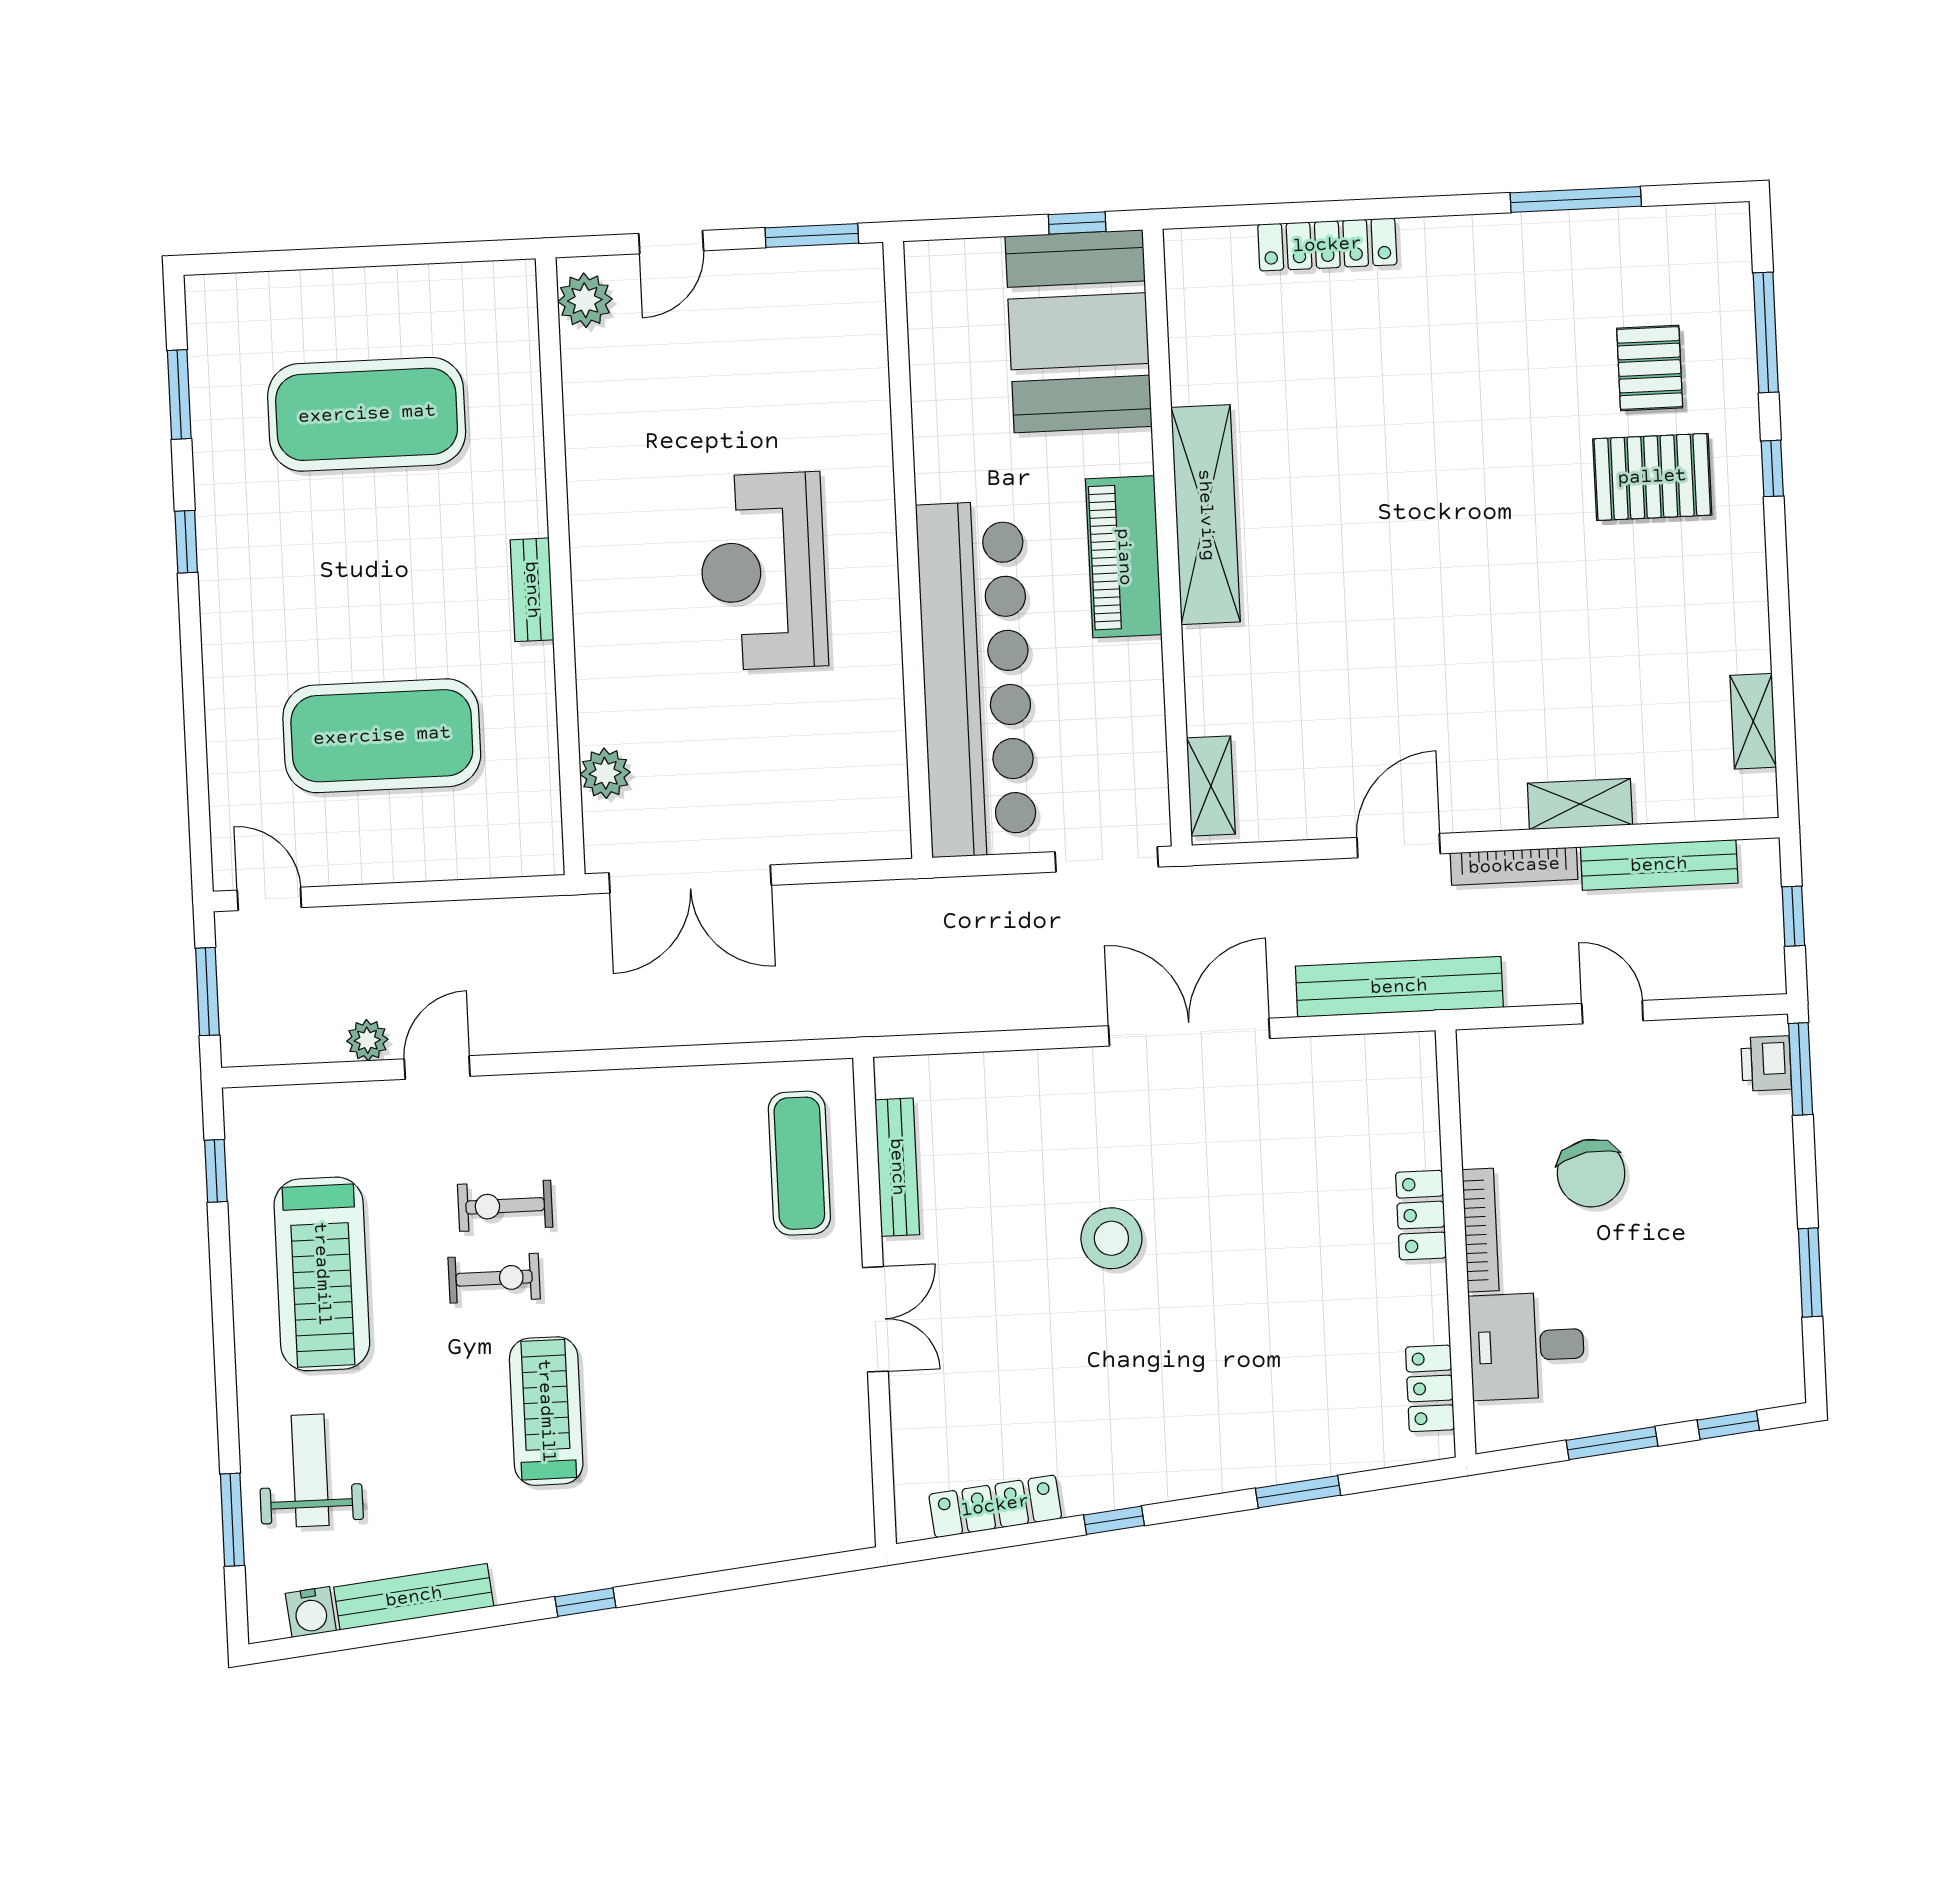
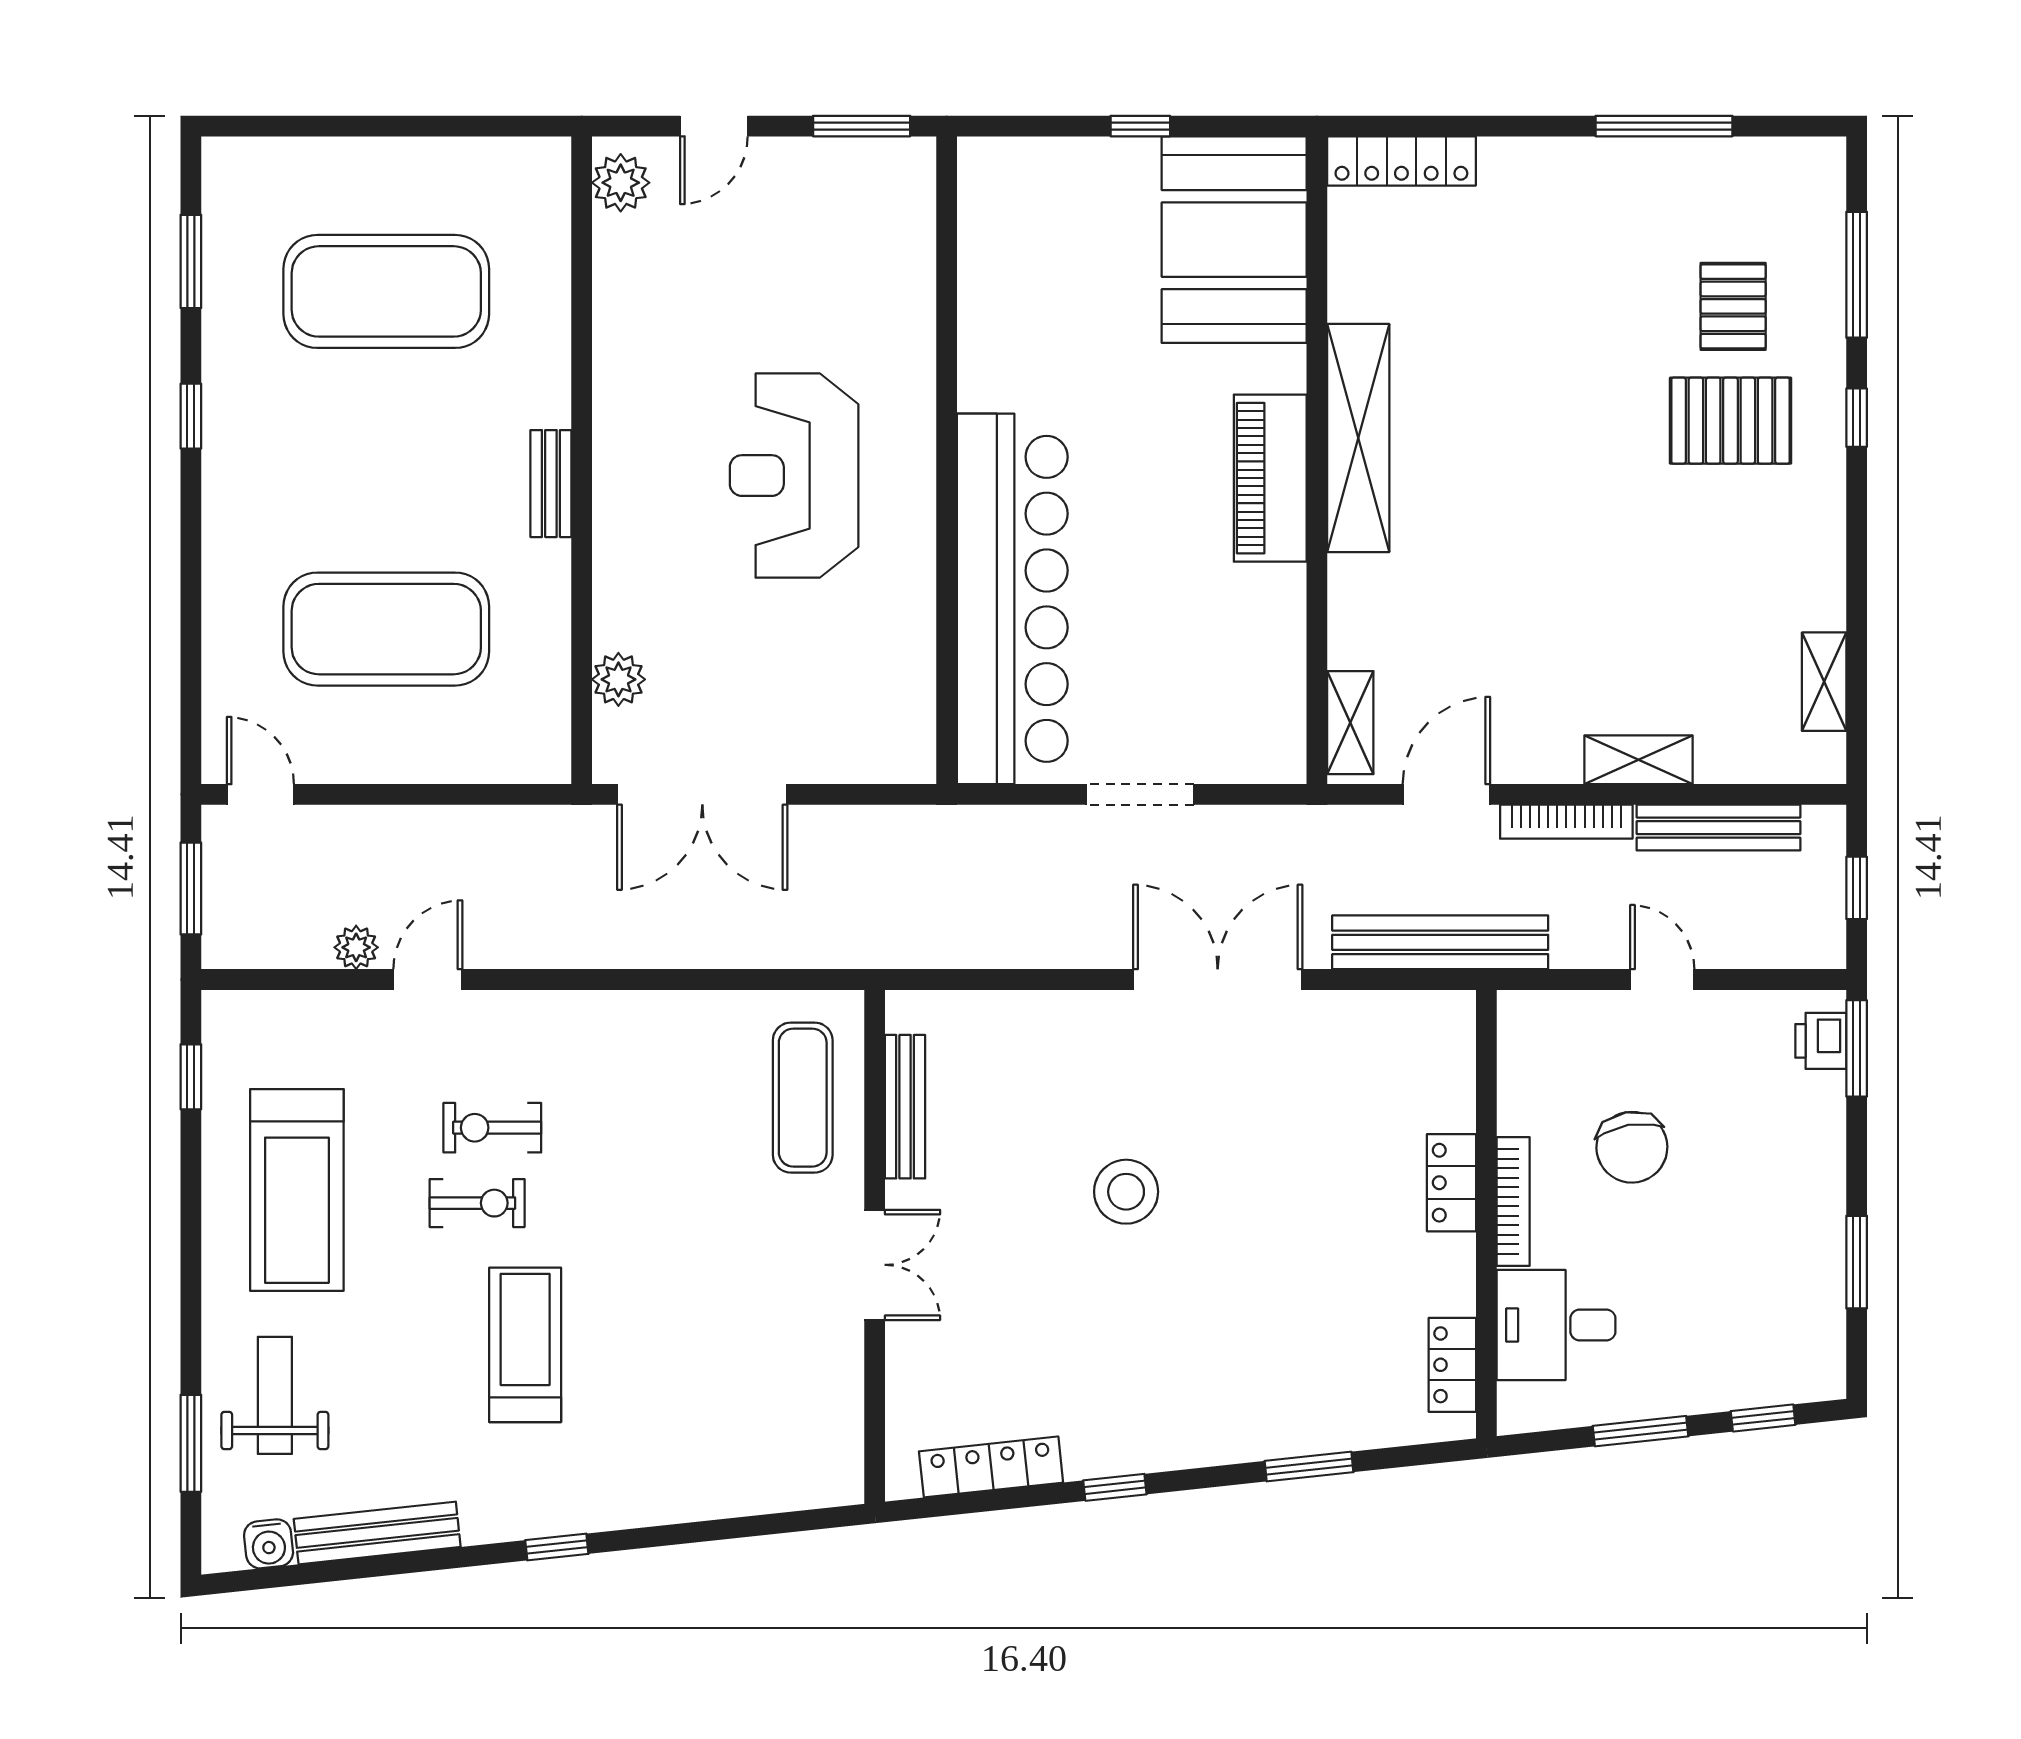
booth: (1079, 331) -> (1234, 240), moved
shelving: (1206, 515) -> (1358, 438), moved
wall: (1167, 538) -> (1317, 460), moved
piano: (1124, 557) -> (1270, 478), moved
shelving: (1211, 786) -> (1350, 723), moved

